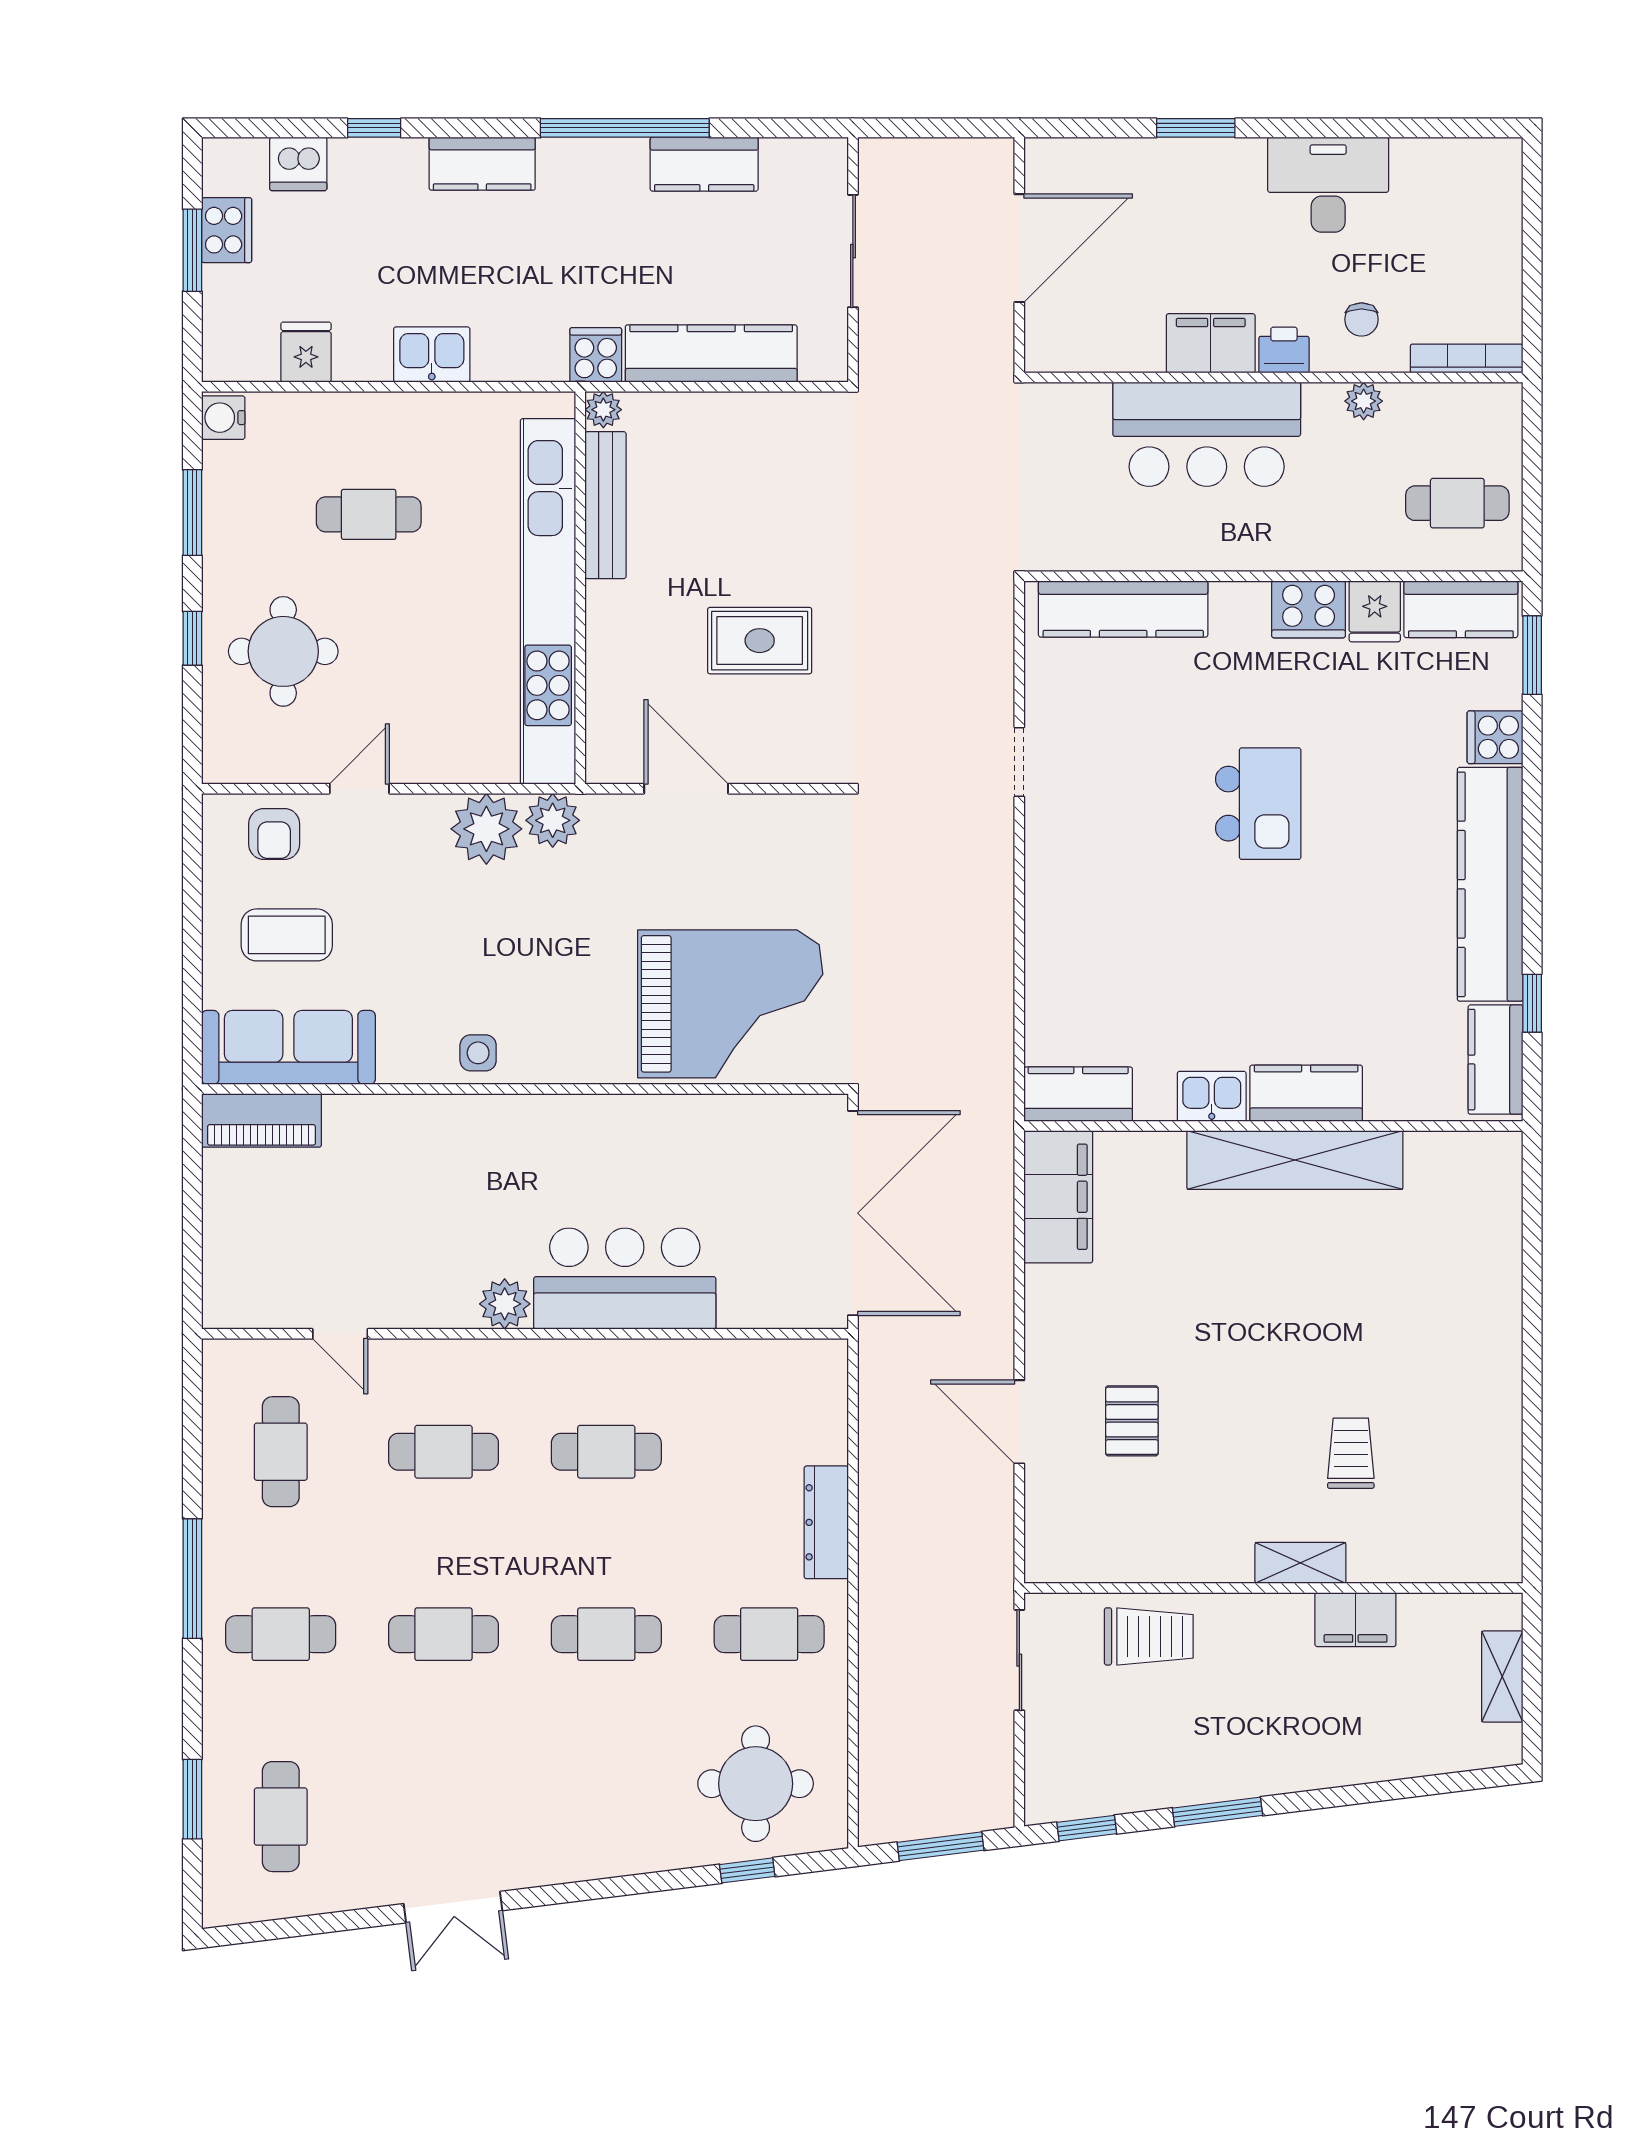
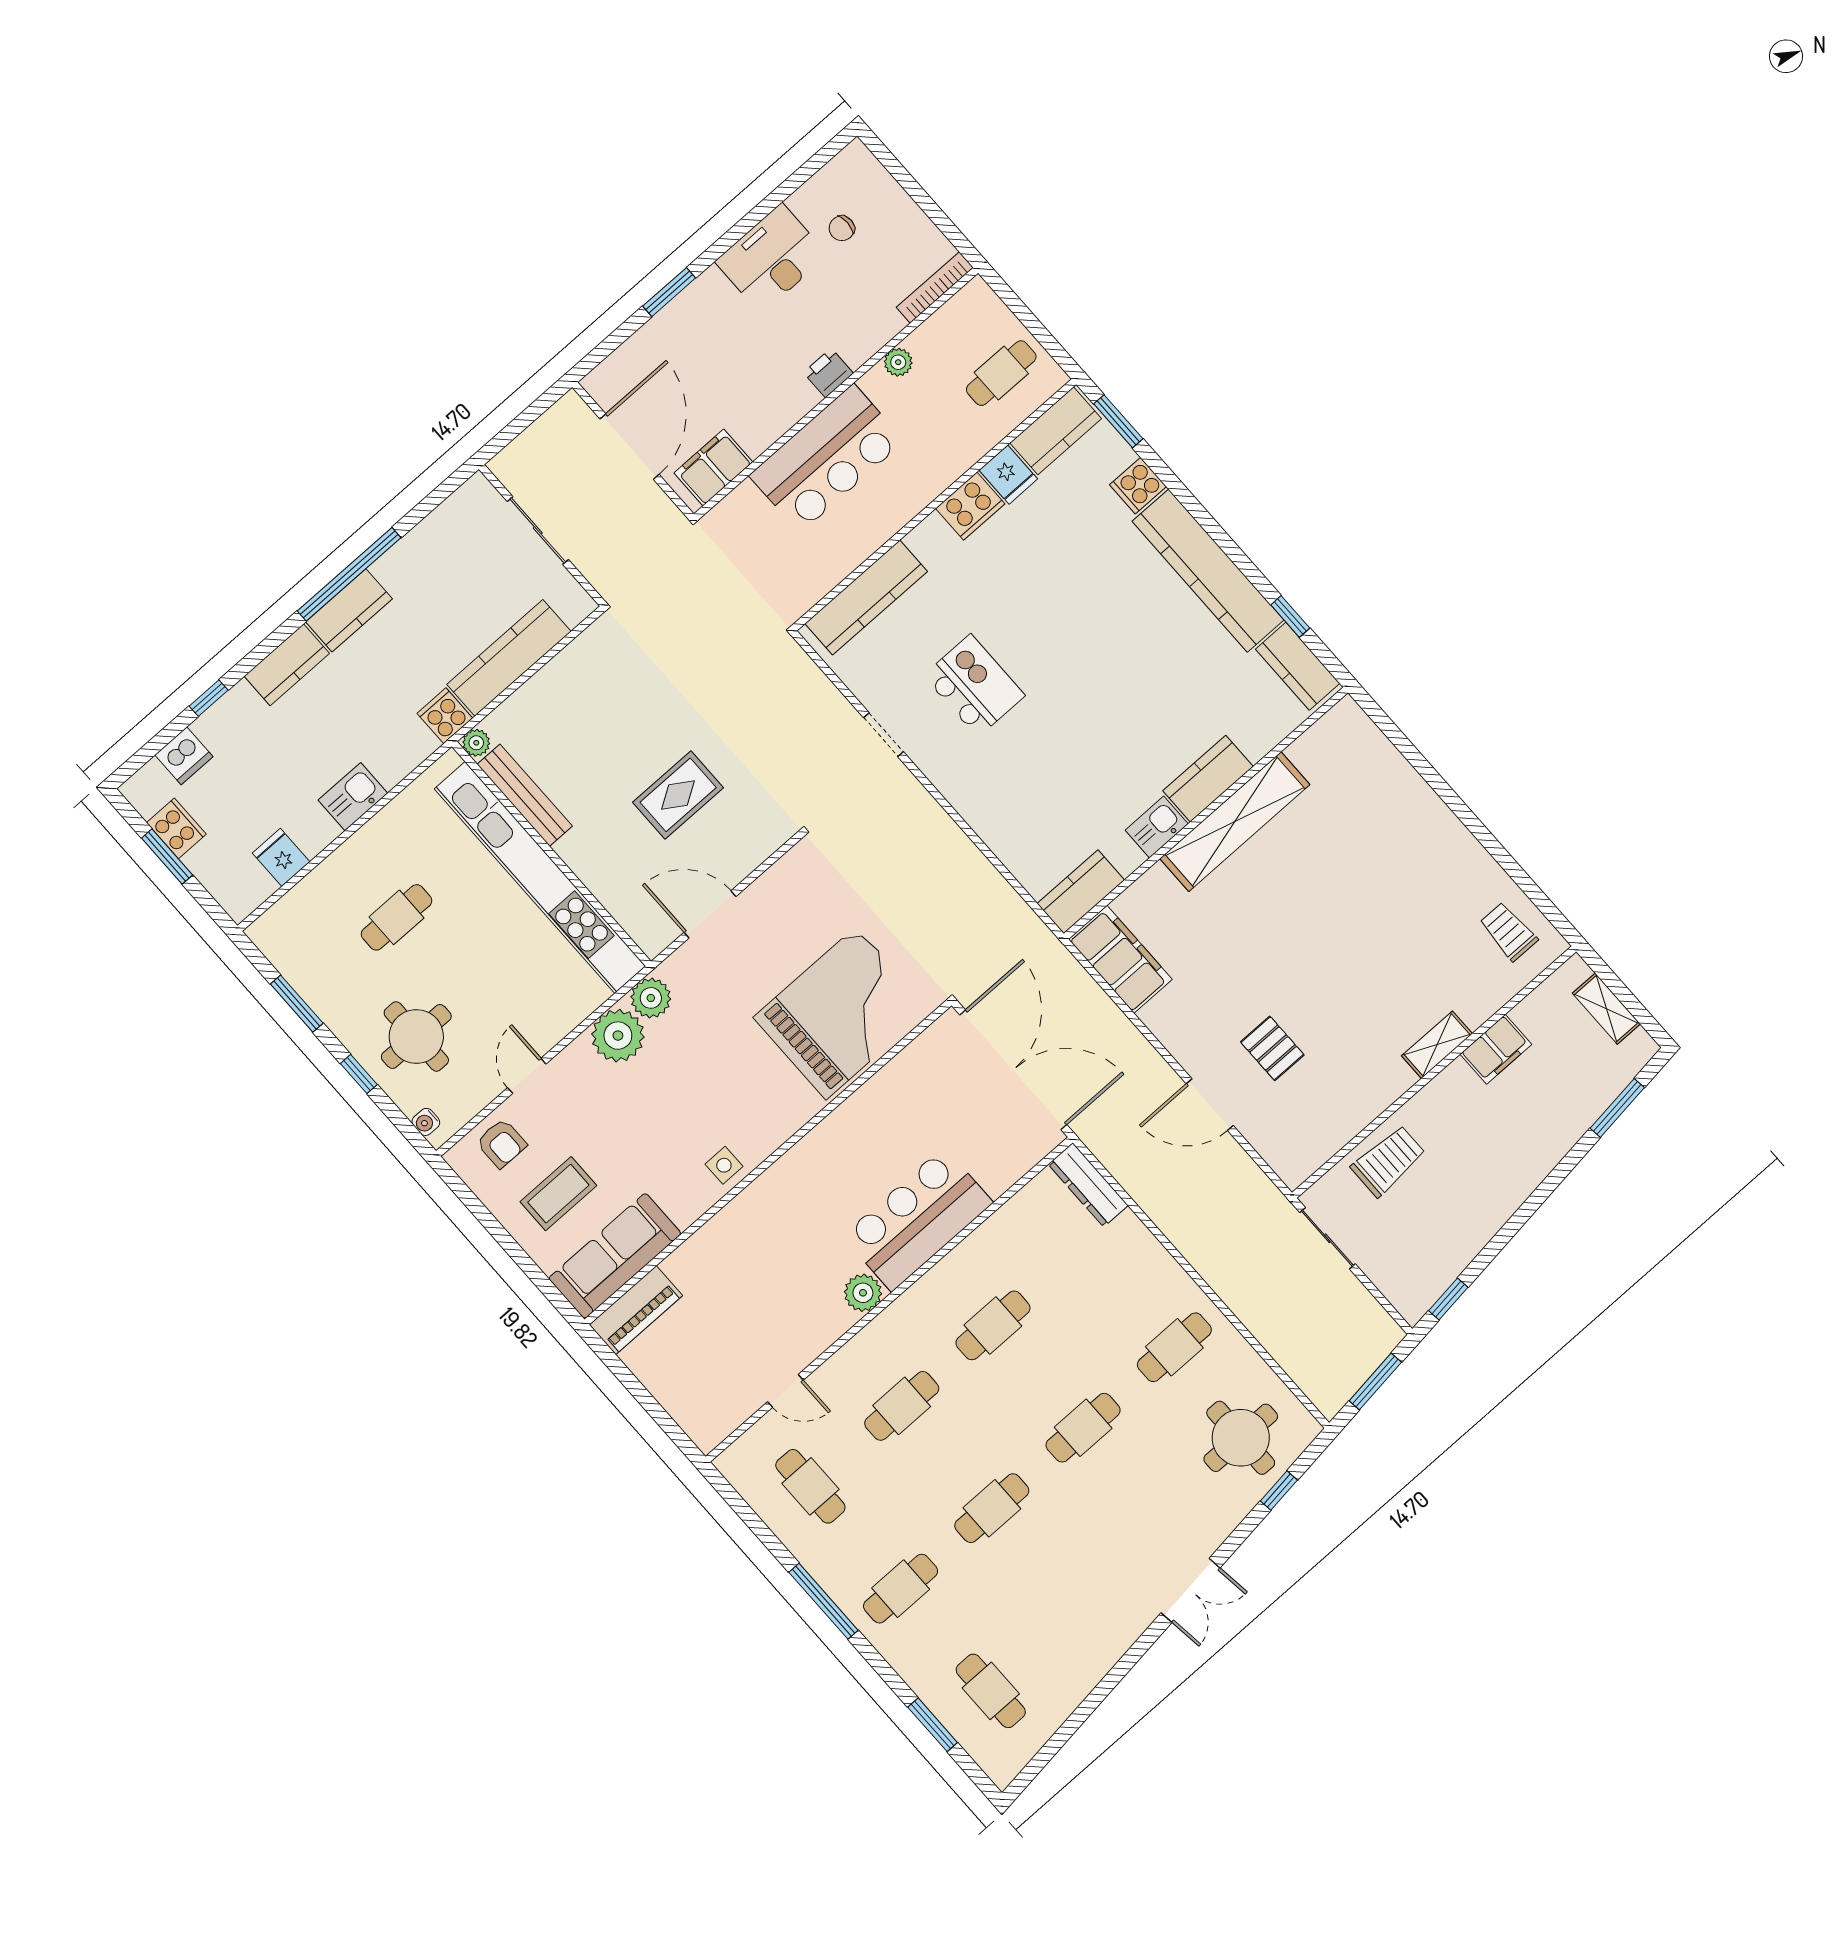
kitchen counter: (704, 164) -> (349, 610), moved
chair: (1361, 319) -> (842, 228), moved, turned 90
filing cabinet: (1211, 343) -> (713, 468), moved
water cooler: (223, 418) -> (426, 1122), moved, width x0.72, depth x0.72
kitchen island: (1258, 804) -> (974, 686), moved
trolley: (1351, 1453) -> (1508, 932), moved
dresser: (826, 1522) -> (1088, 1185), moved
window: (1218, 1812) -> (1617, 1108), moved
double door: (453, 1907) -> (1191, 1590), moved

